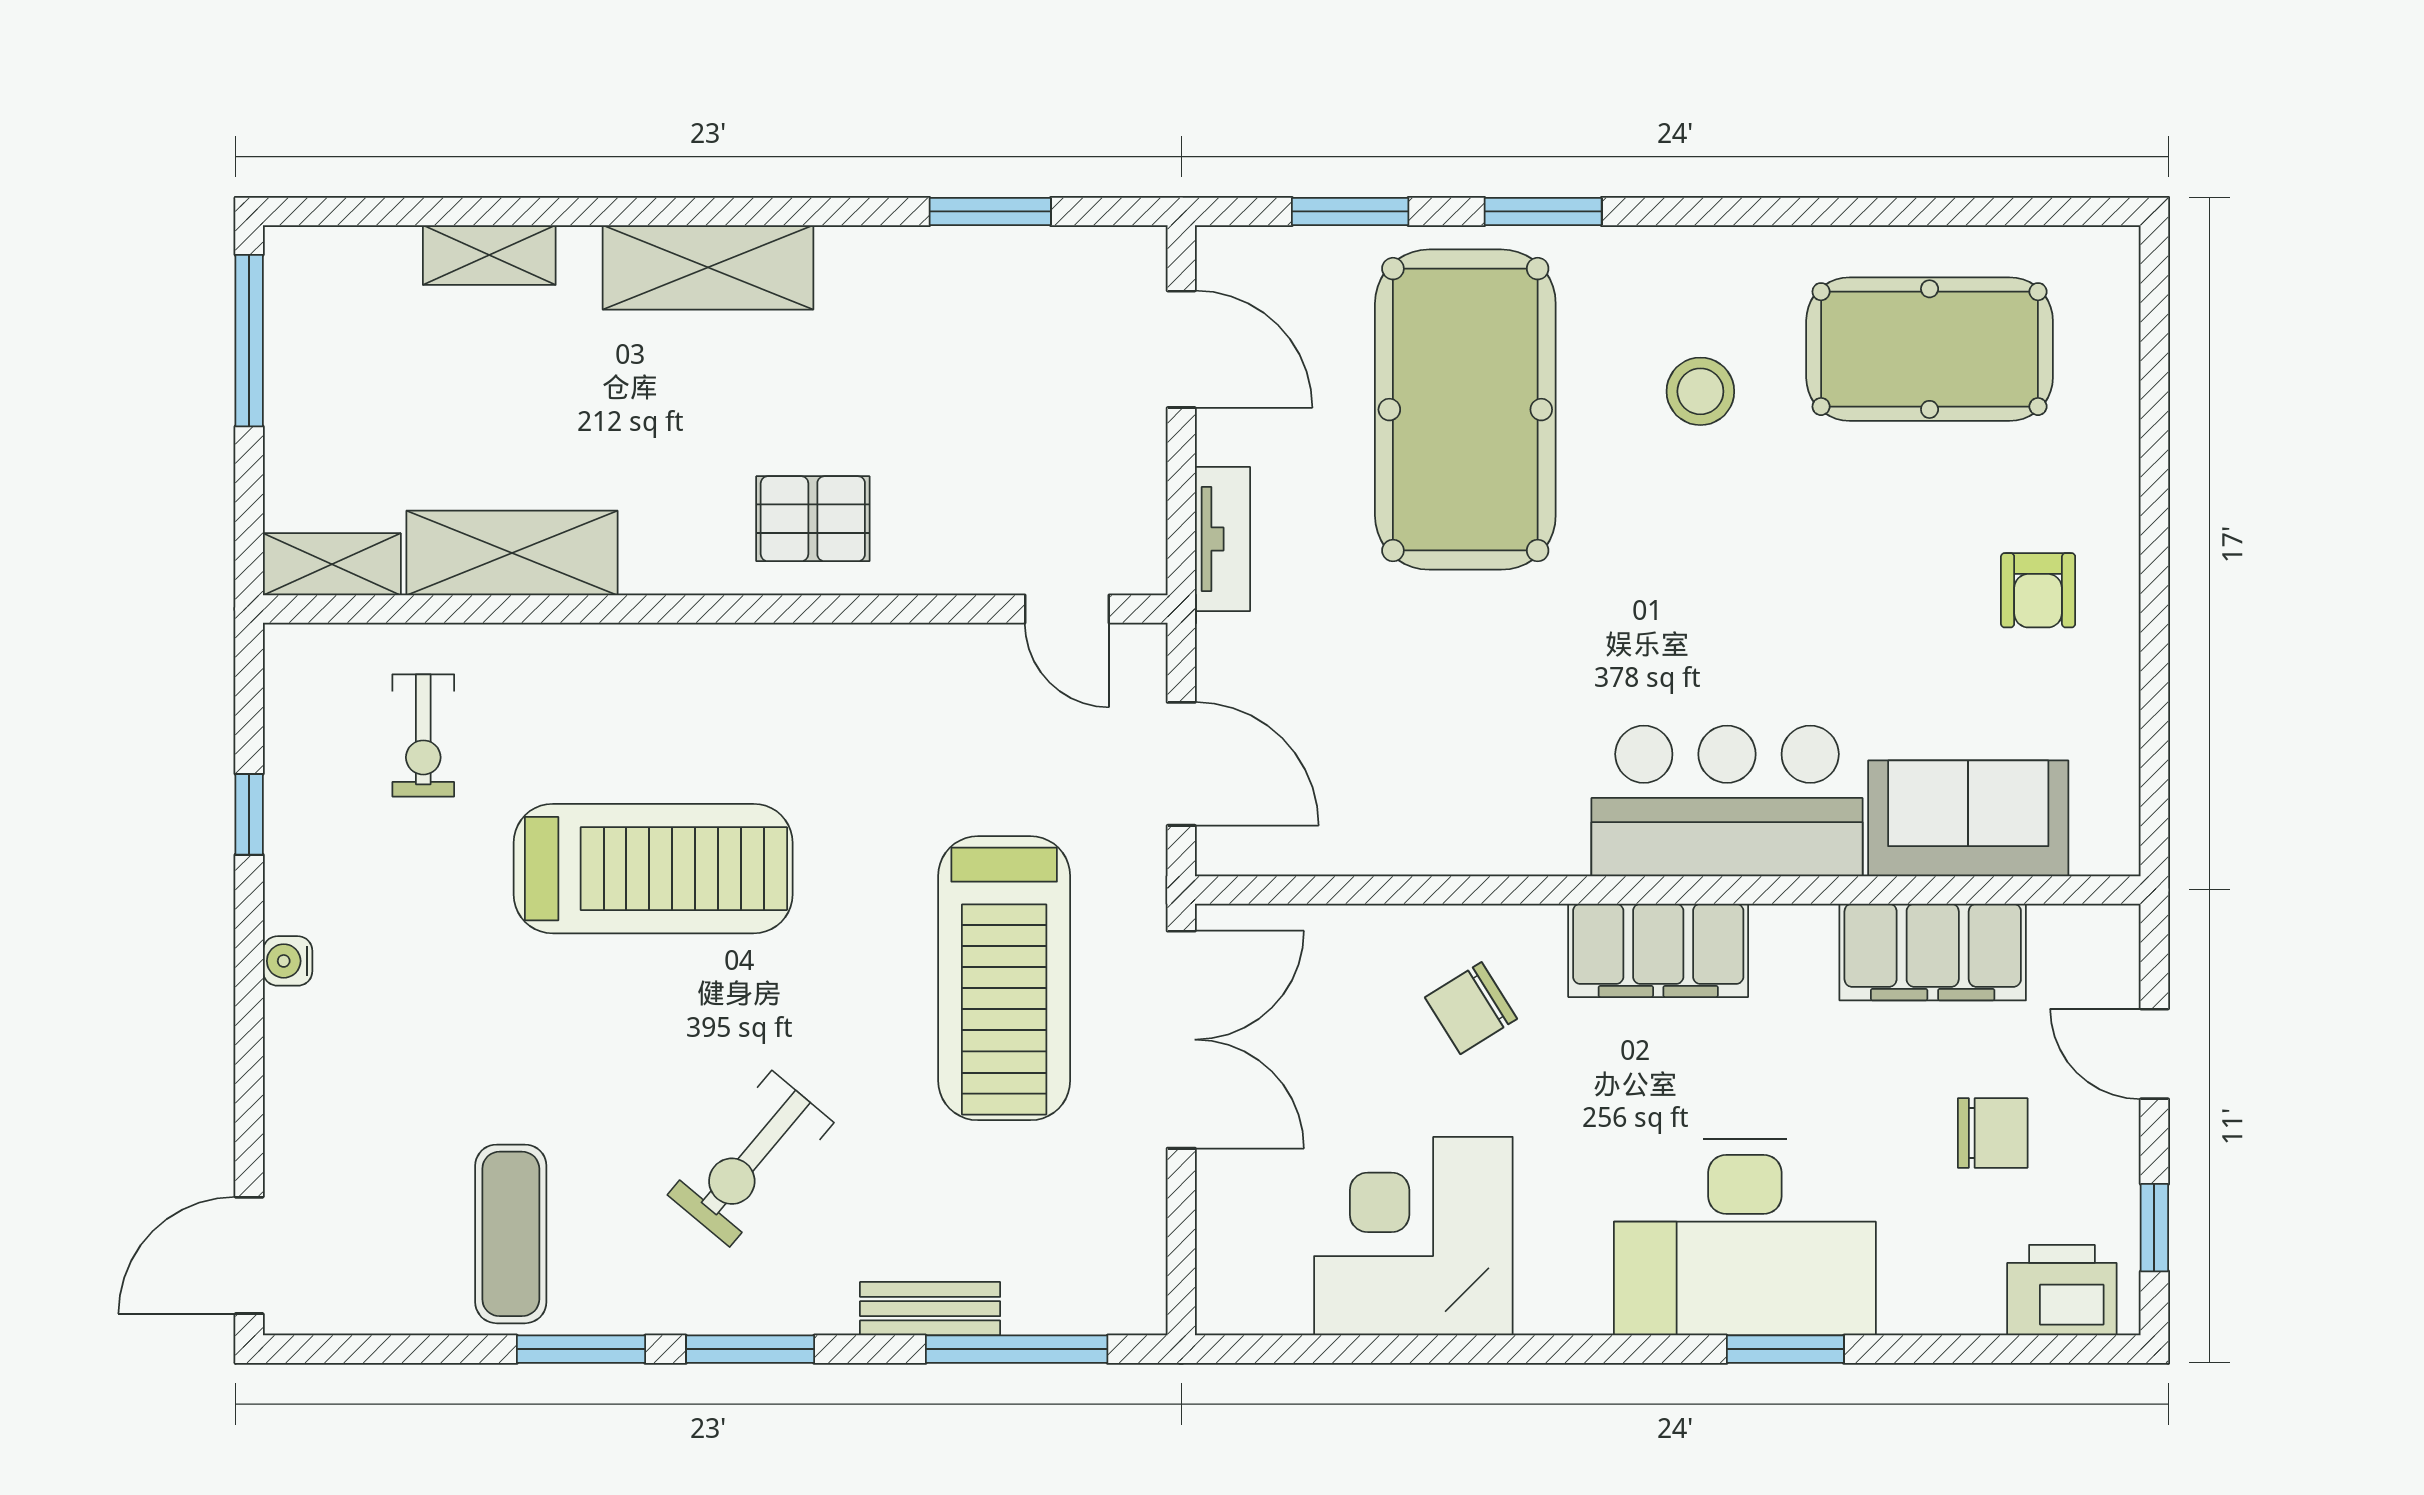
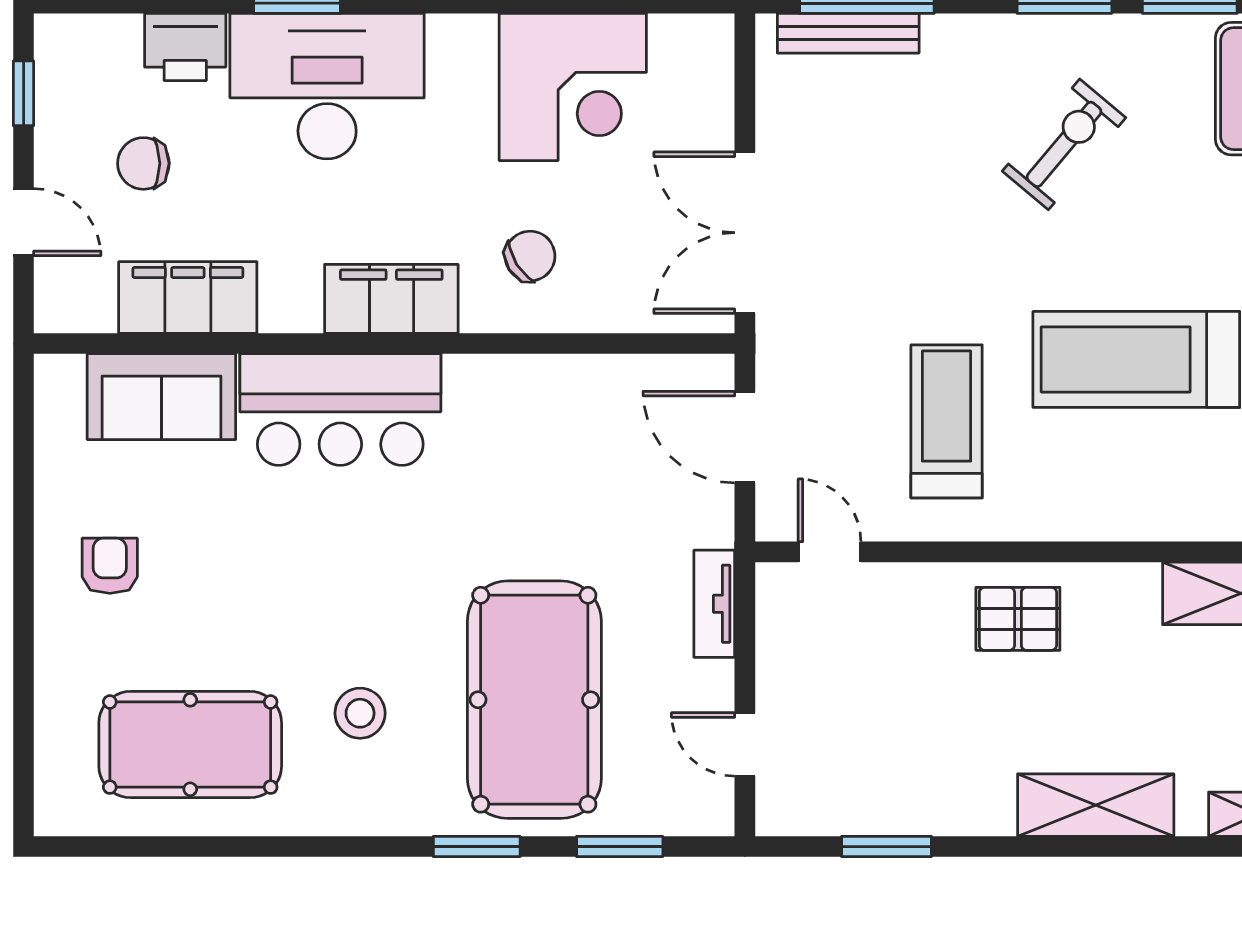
door: (1181, 349) -> (745, 744), width x0.73
treadmill: (1004, 978) -> (947, 421), moved, width x0.73, depth x0.73
printer: (2062, 1290) -> (185, 47), moved
bench: (930, 1309) -> (848, 33), moved, width x1.36

